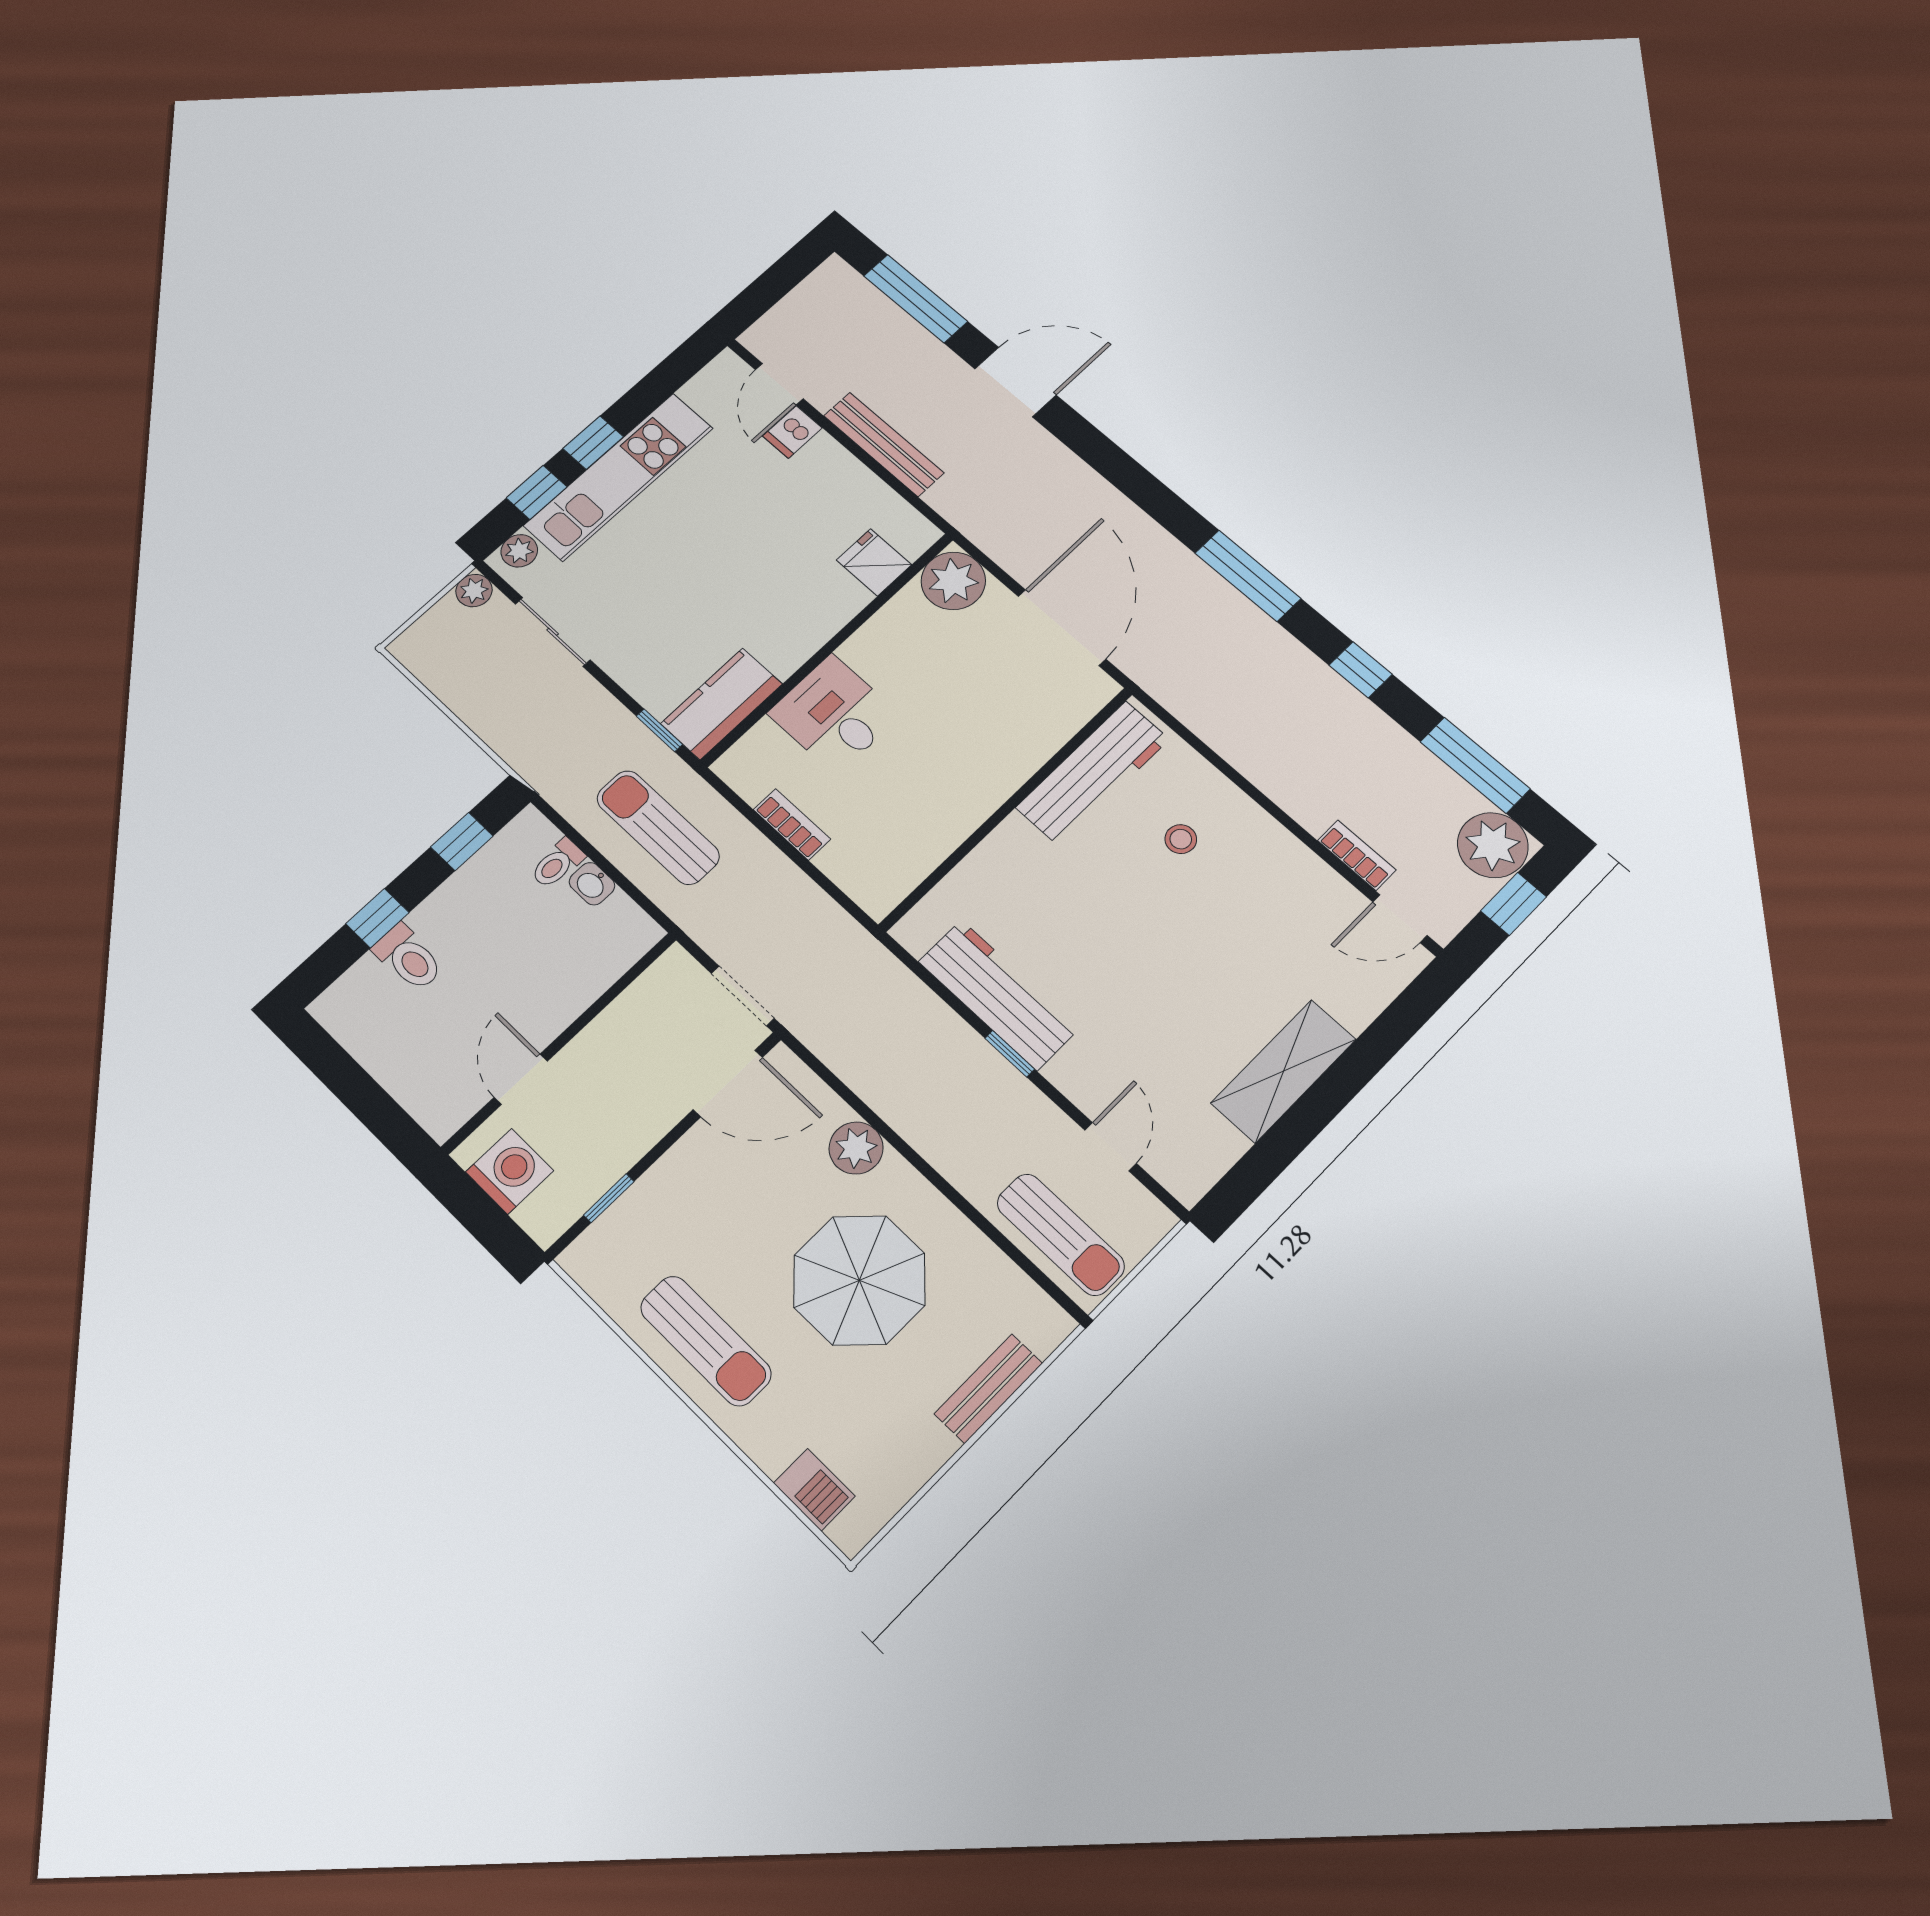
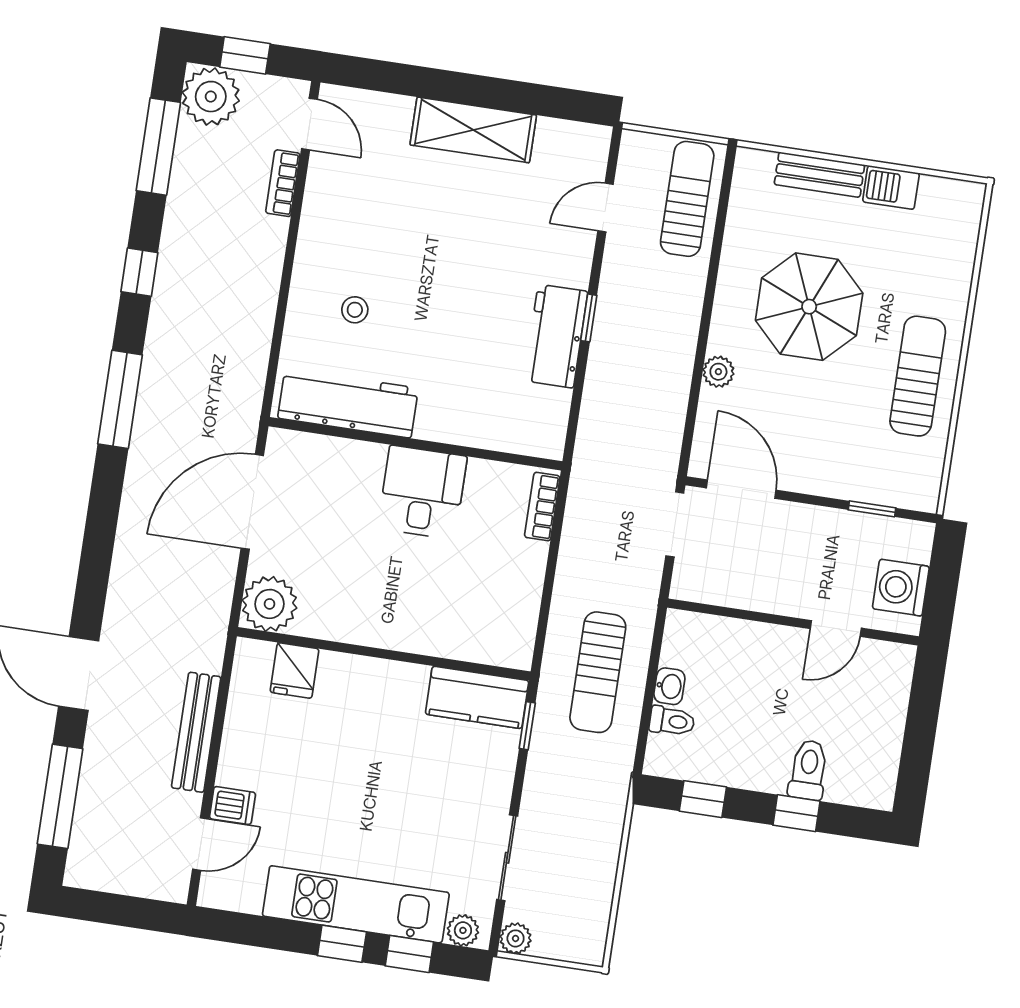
desk: (834, 714) -> (422, 492), moved, turned 180
bookcase: (792, 824) -> (542, 507), moved
workbench: (999, 995) -> (556, 336), width x0.73
plant: (856, 1148) -> (718, 372), width x0.73, depth x0.73
barbecue: (814, 1490) -> (891, 187), moved, turned -90

